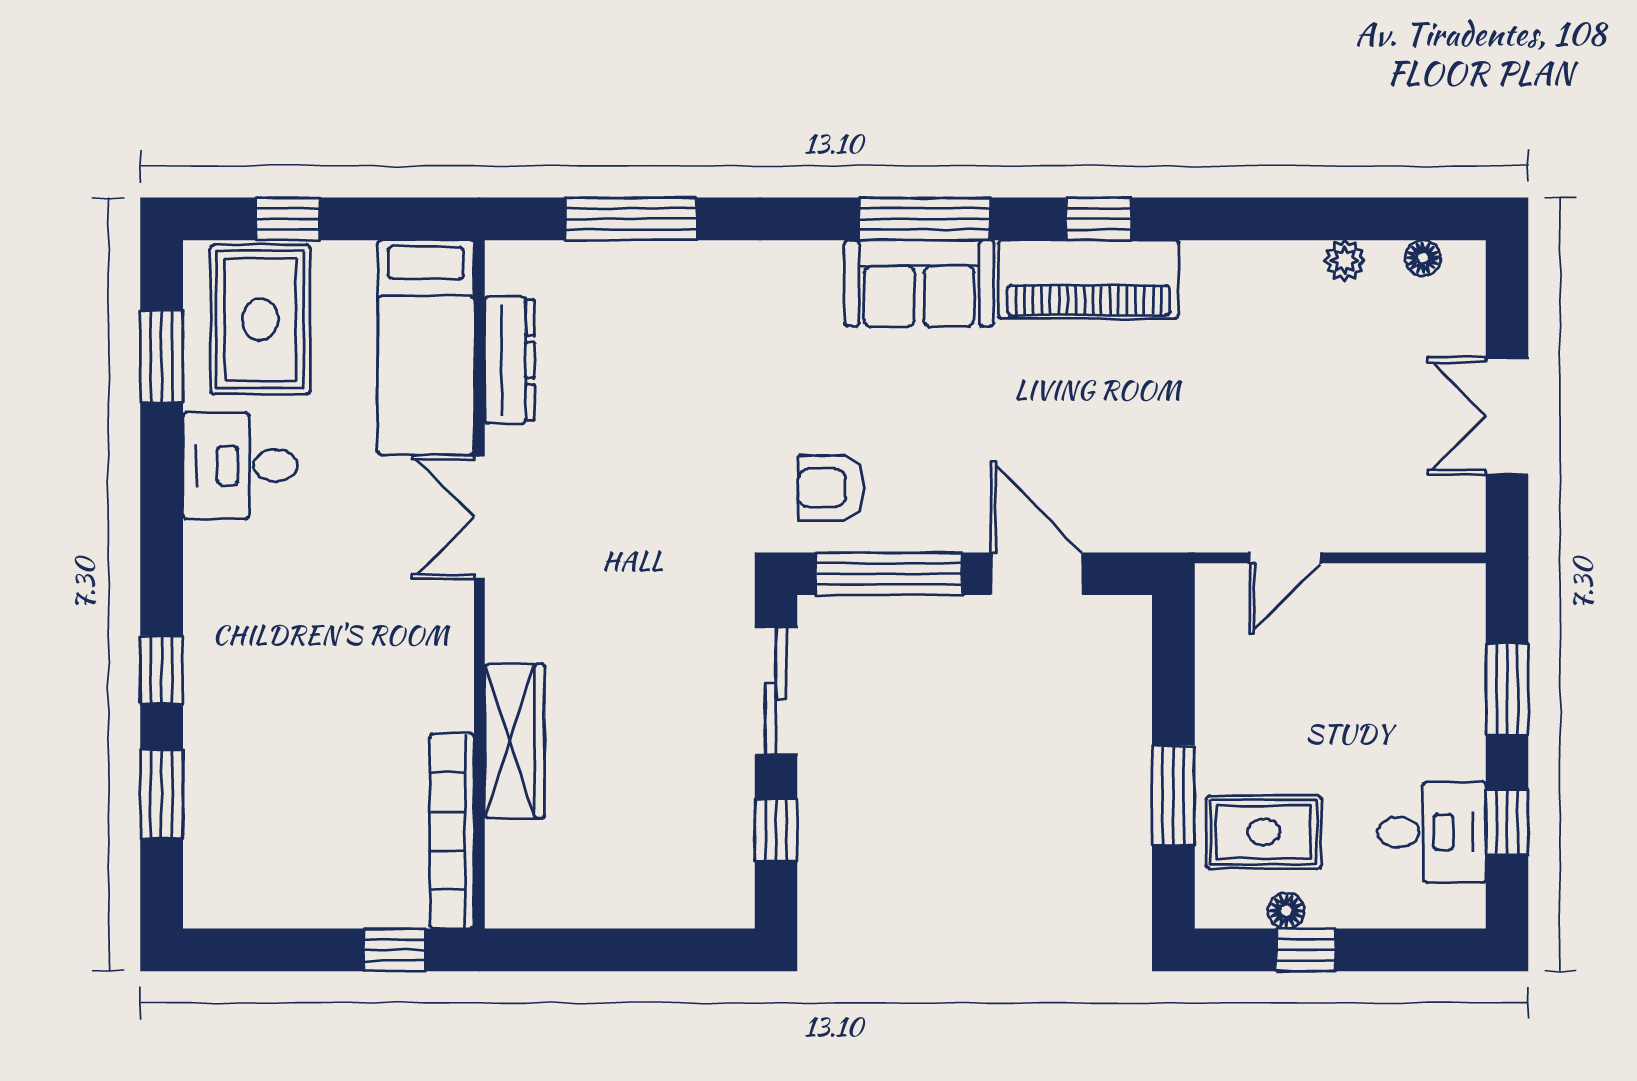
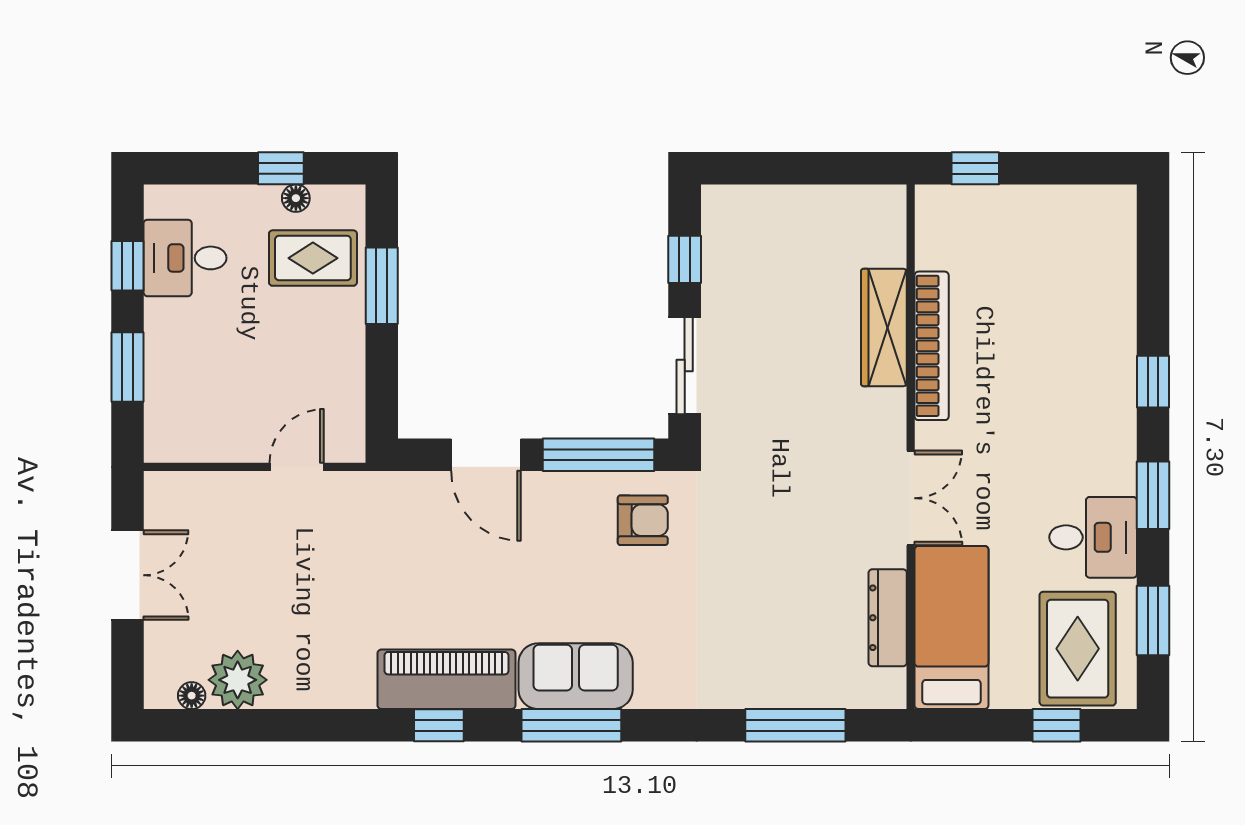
plant: (1345, 261) -> (238, 680), width x1.88, depth x1.88
window: (162, 794) -> (1153, 495), moved
bookcase: (452, 831) -> (932, 346), moved

